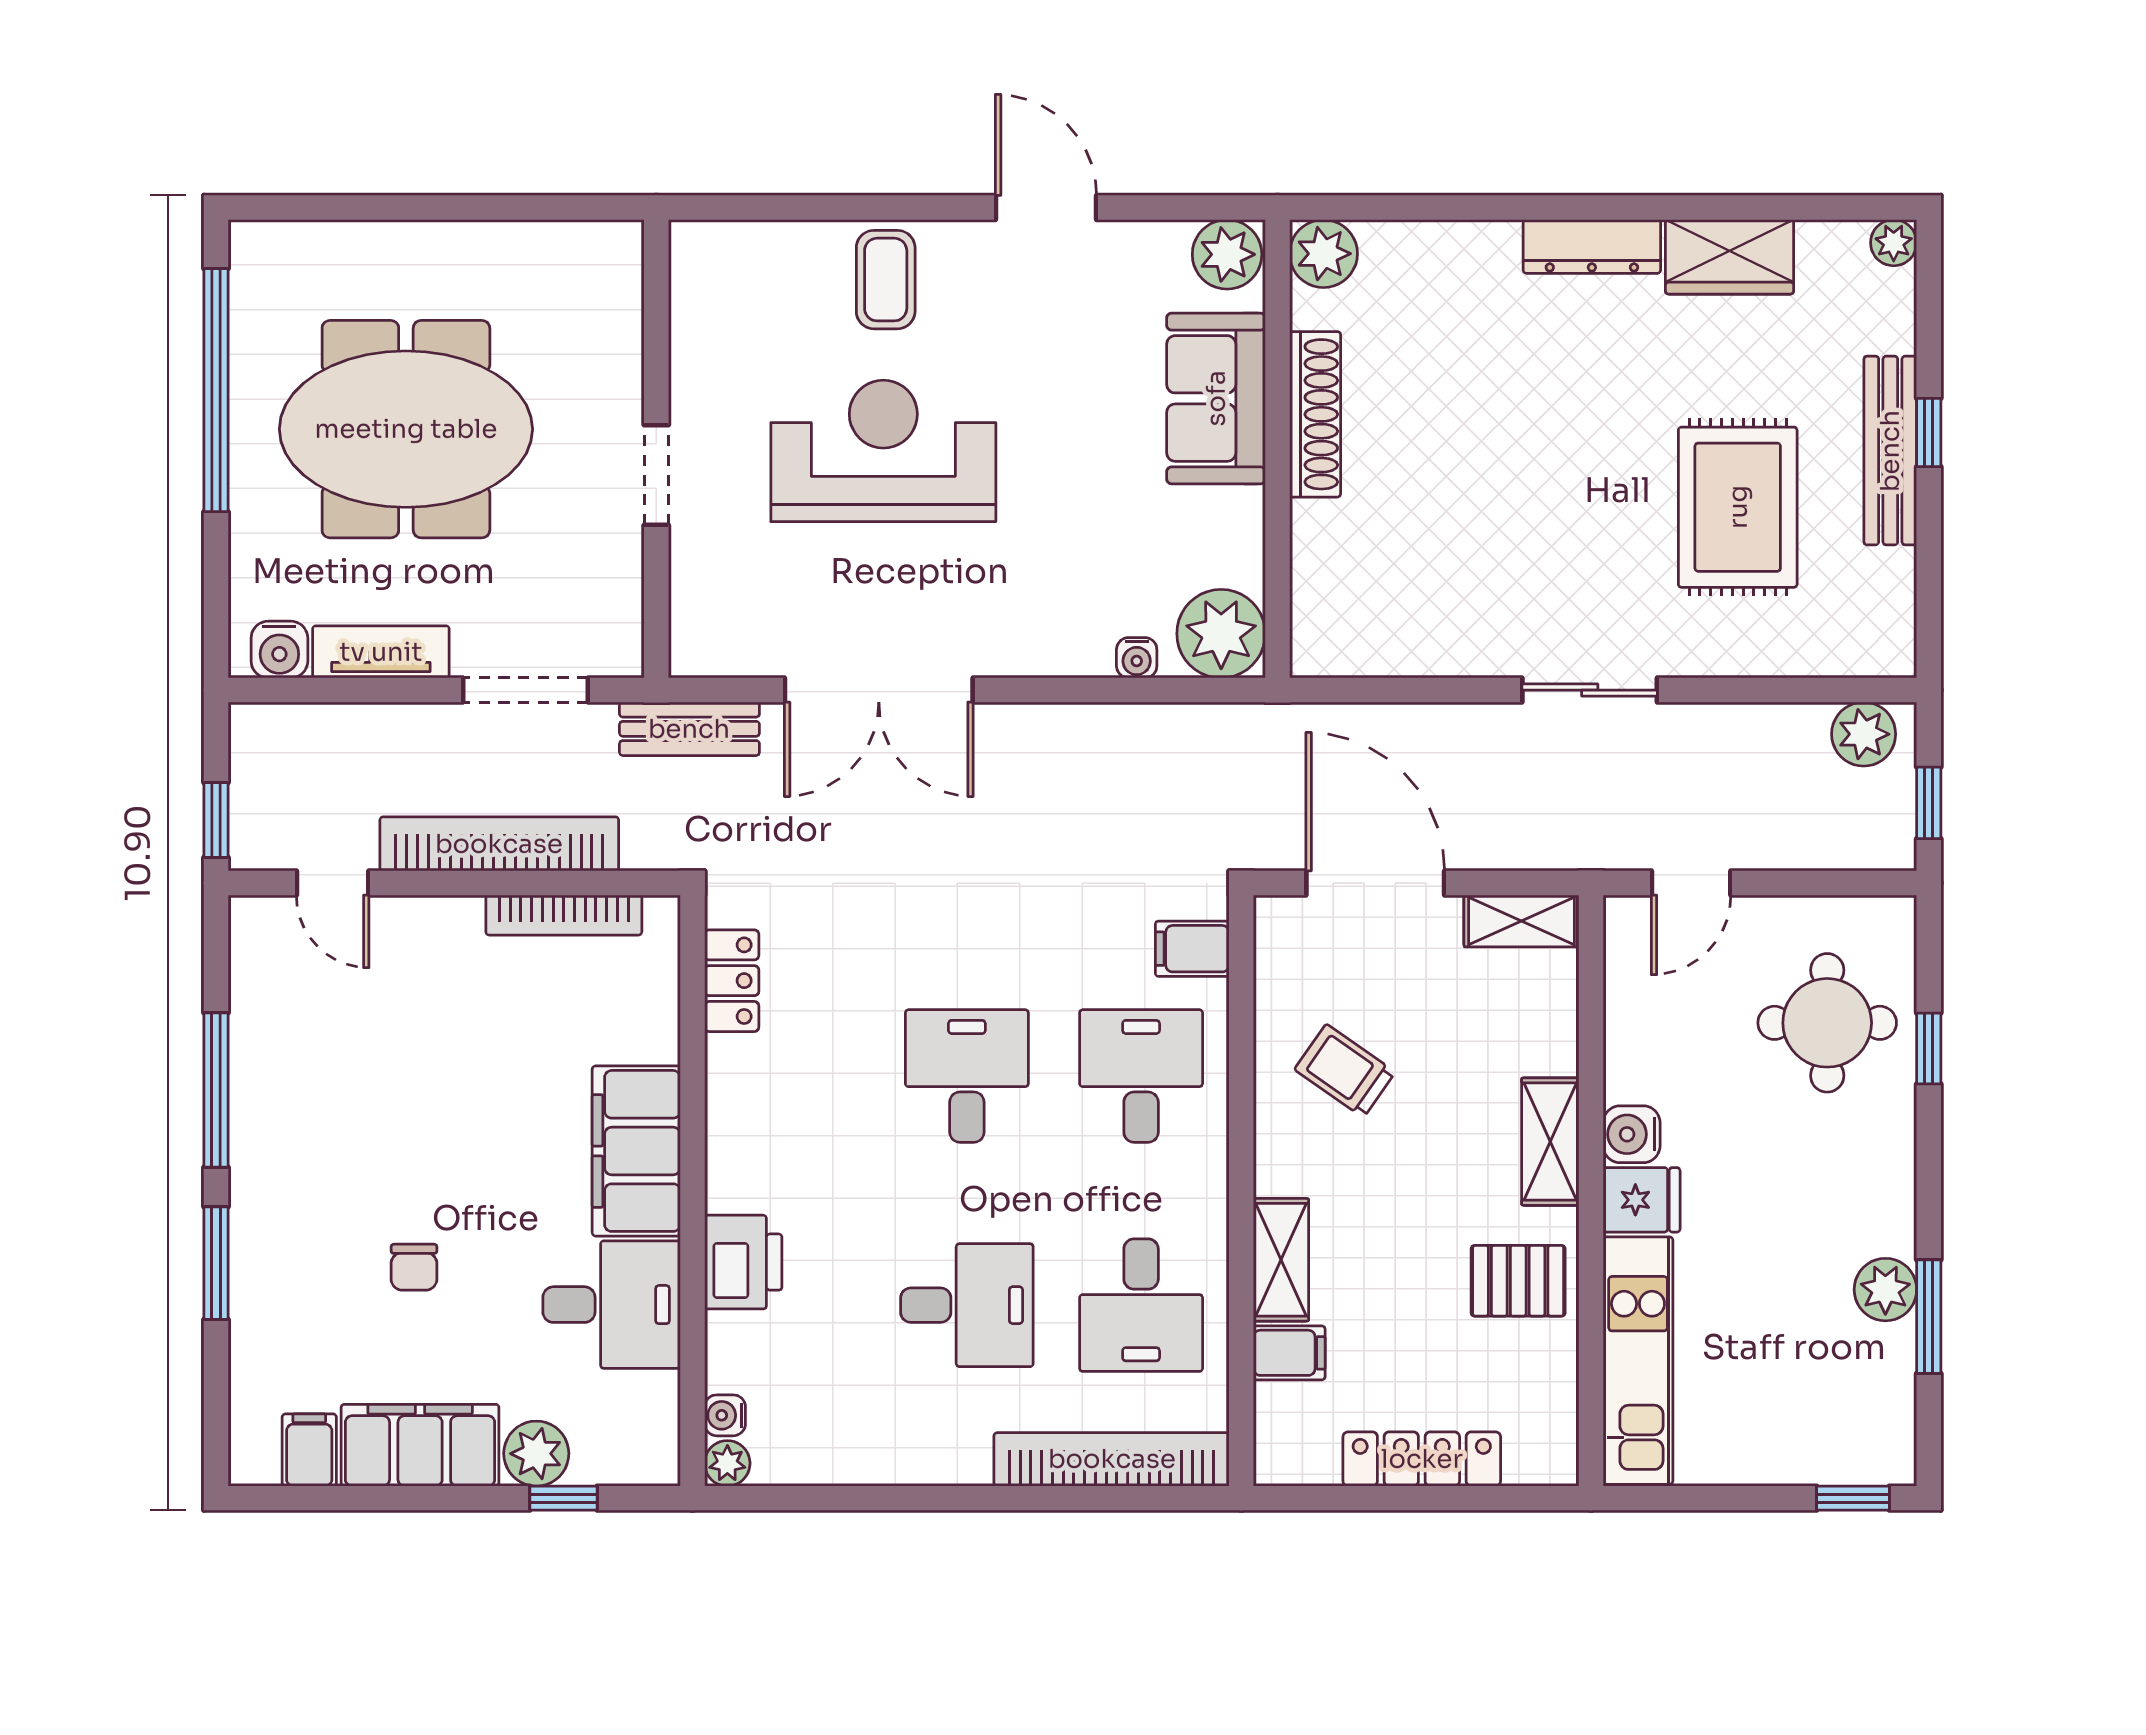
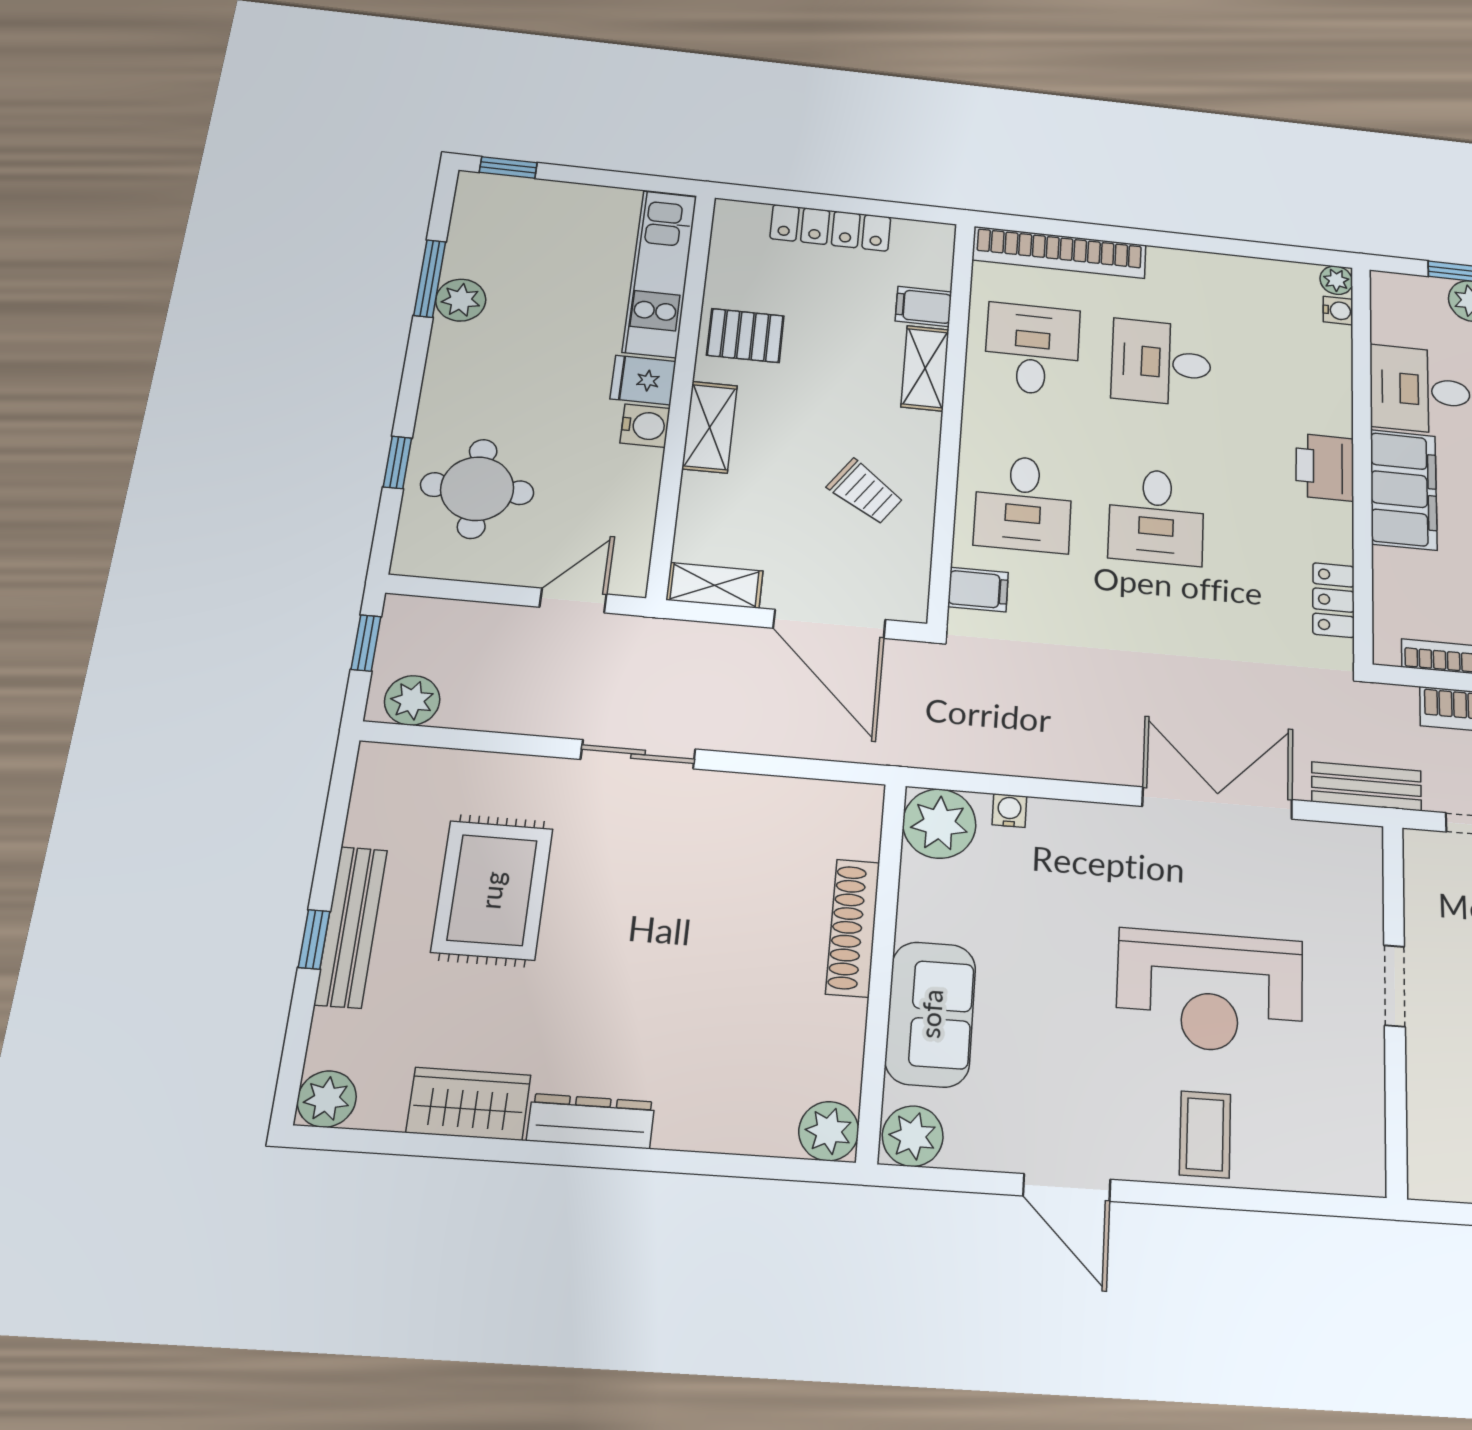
plant: (1894, 243) -> (327, 1099), width x1.38, depth x1.38
shoe rack: (1315, 414) -> (853, 928), moved
printer: (743, 1262) -> (1325, 467), moved

